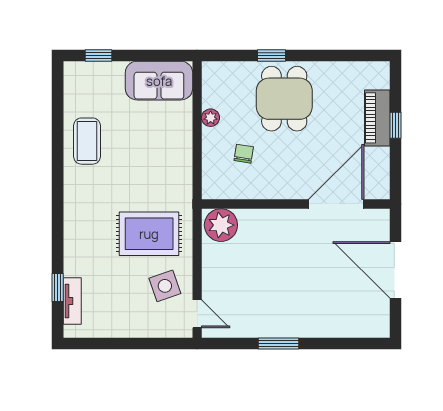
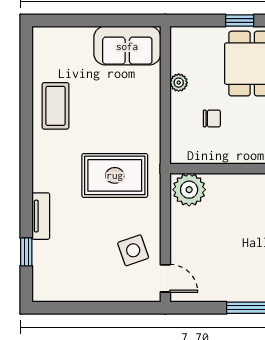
window: (98, 55) -> (67, 21), removed
chair: (244, 154) -> (212, 118), turned 81
rug: (149, 234) -> (115, 175), moved
tv unit: (72, 301) -> (41, 216), moved

